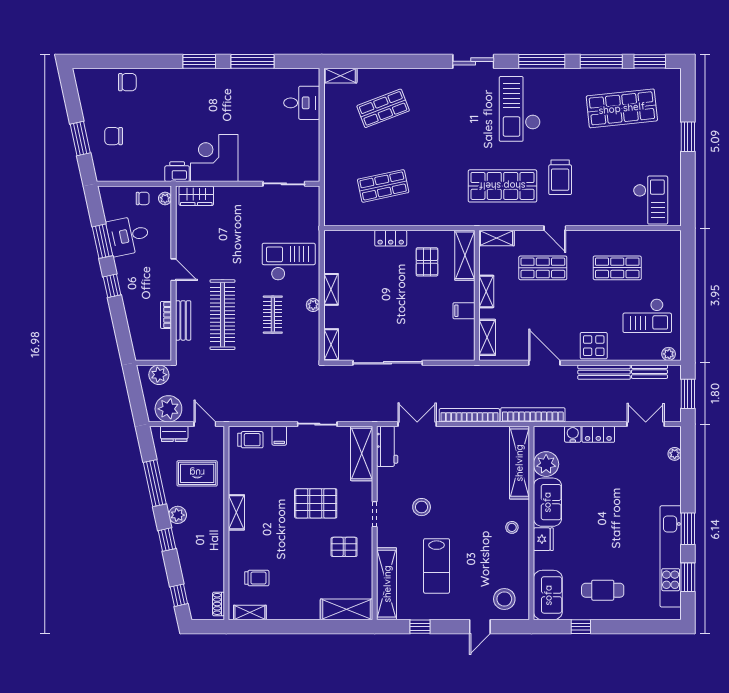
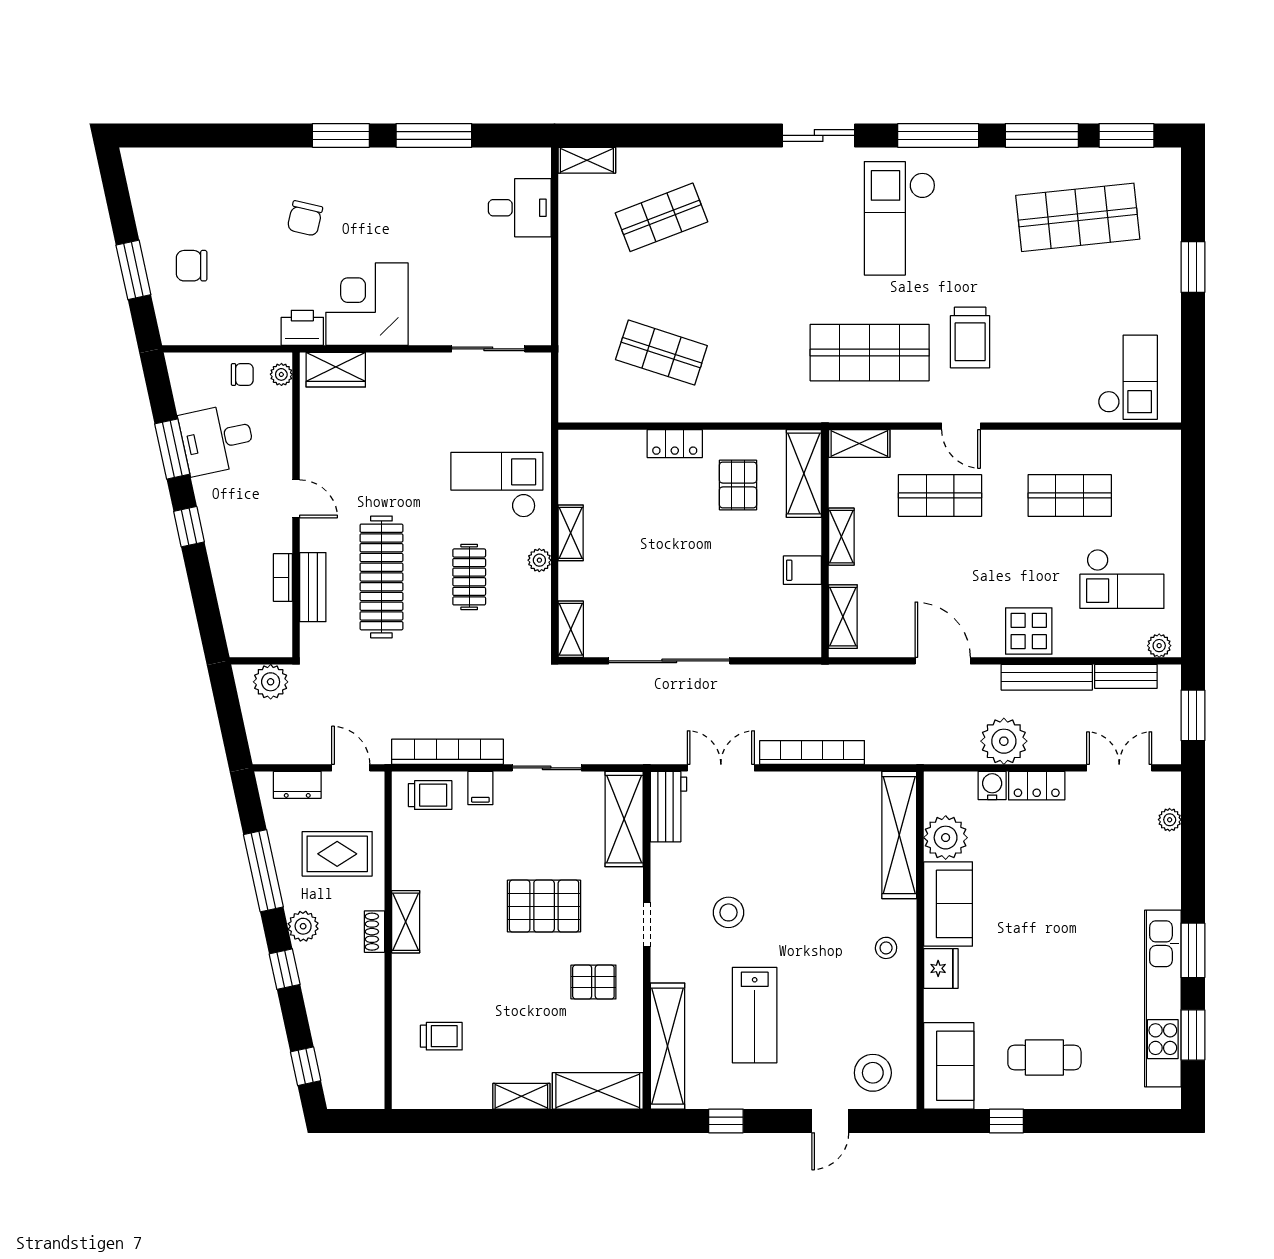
chair: (127, 82) -> (305, 218), moved, turned 103
shop shelf: (383, 186) -> (661, 353), turned 30
plant: (168, 409) -> (1004, 741), moved
bookcase: (533, 415) -> (447, 752), moved
shoe rack: (219, 604) -> (375, 932), moved
shelving: (250, 612) -> (521, 1096), moved

